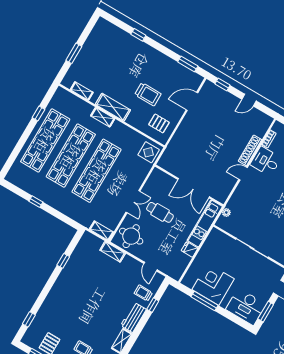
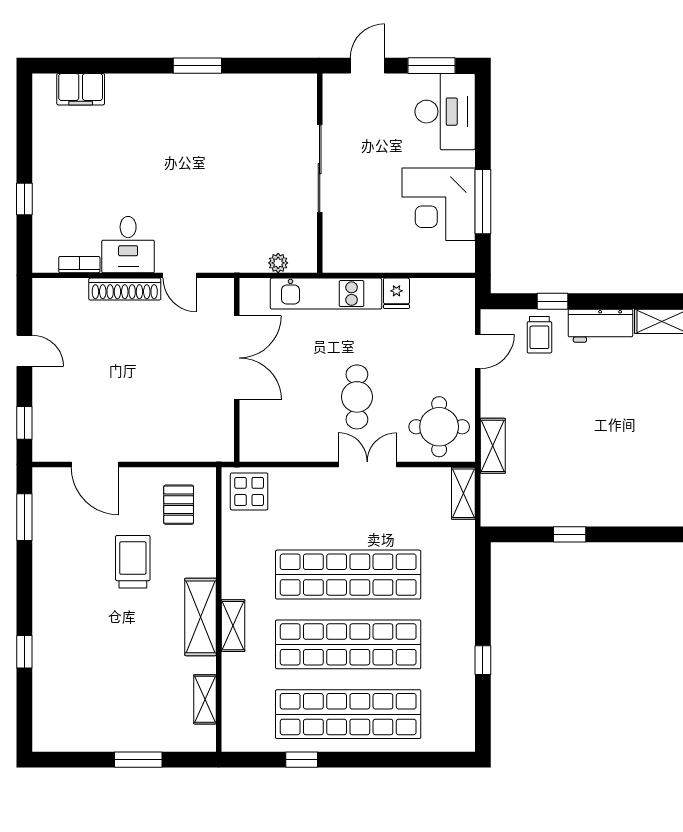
wall: (189, 185) -> (237, 370), moved
double door: (194, 188) -> (237, 358), moved

